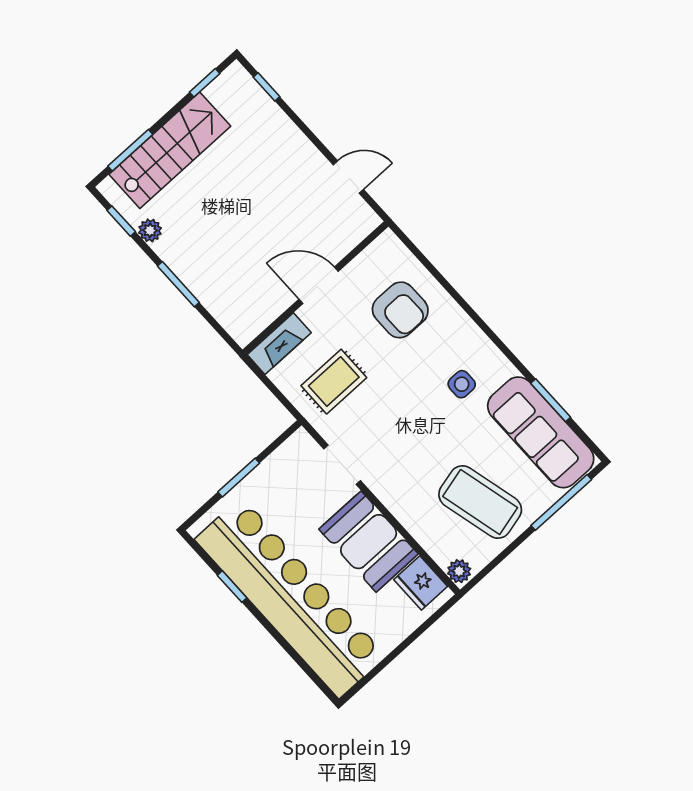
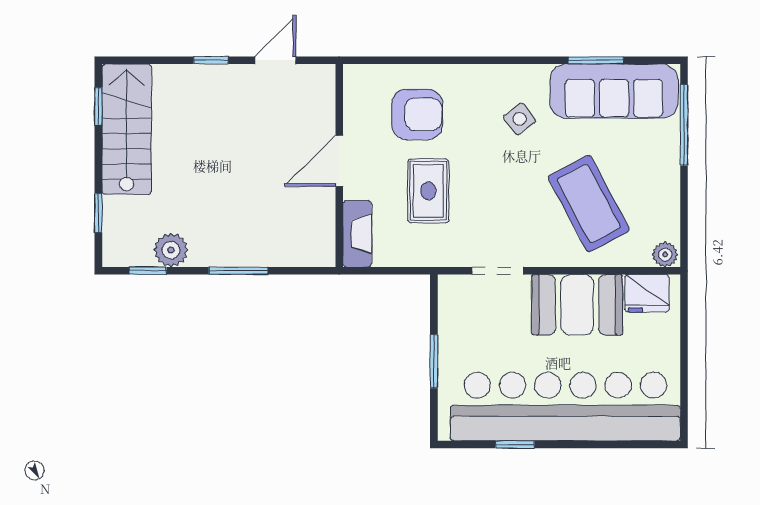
window: (267, 87) -> (211, 60), moved
window: (130, 150) -> (98, 213), width x0.67
stairs: (170, 150) -> (127, 129), moved
plant: (150, 230) -> (171, 250), width x1.38, depth x1.38
rug: (334, 382) -> (428, 191), moved
side table: (462, 384) -> (520, 119), turned -37
coffee table: (480, 502) -> (589, 204), moved, turned 76

